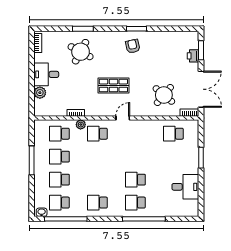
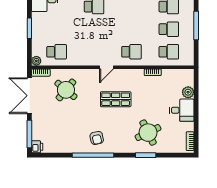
window: (136, 29) -> (93, 155), width x2.11
window: (201, 50) -> (29, 134), width x1.44
round table: (81, 52) -> (148, 133), turned 36
printer: (193, 56) -> (37, 147), moved
plant: (81, 125) -> (36, 61), moved

